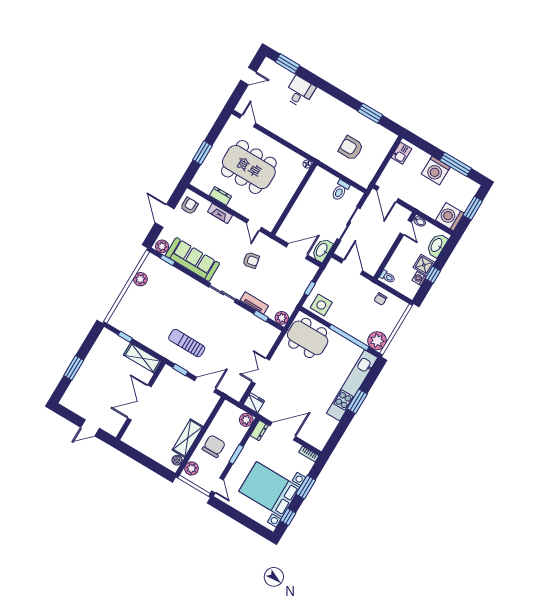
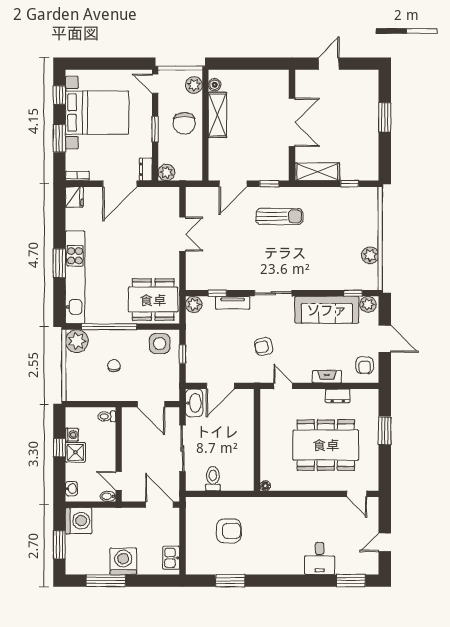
washbasin: (437, 245) -> (71, 489), width x0.52, depth x0.69
chair: (380, 299) -> (114, 366), moved
fridge: (254, 403) -> (74, 197), moved, turned -90

